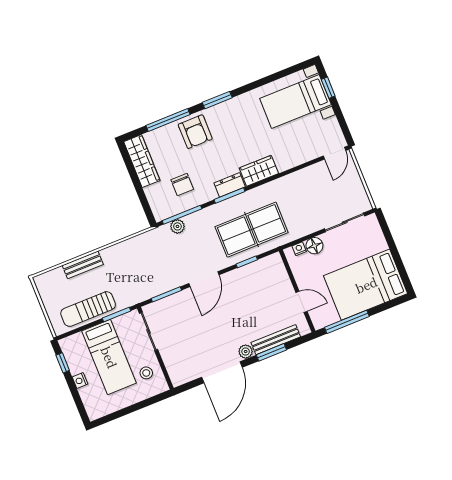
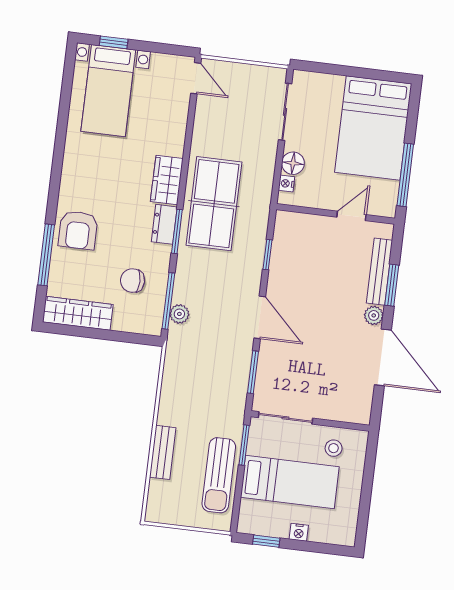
window: (217, 100) -> (55, 183), removed
armchair: (195, 132) -> (78, 230), turned 90
chair: (182, 185) -> (132, 281), turned 180
table tennis table: (252, 230) -> (214, 204), moved

